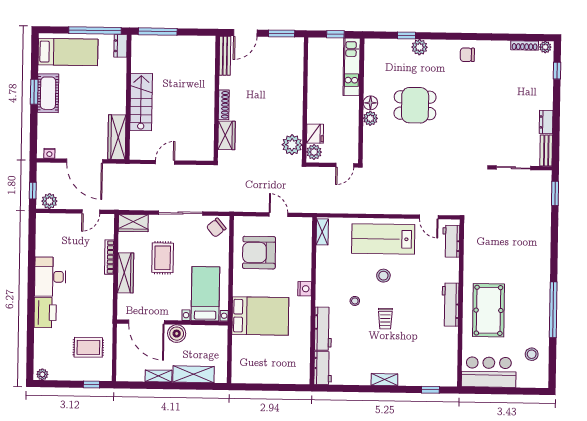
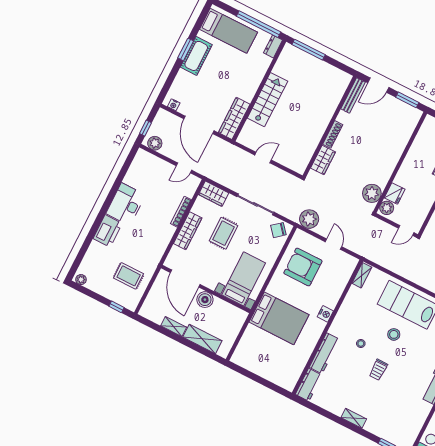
plant: (242, 201) -> (309, 219), added

